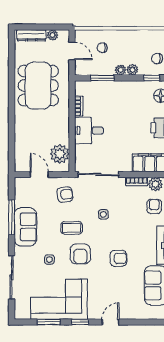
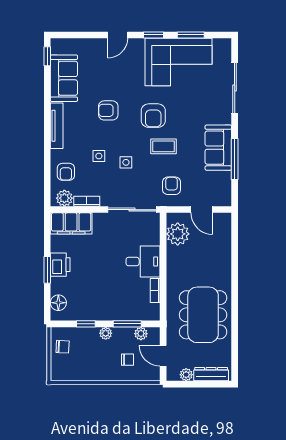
plant: (132, 70) -> (141, 334), moved
window: (152, 78) -> (86, 324), moved
armchair: (65, 195) -> (172, 186), turned 97
armchair: (80, 254) -> (153, 116), turned 180
side table: (49, 260) -> (99, 156), moved

